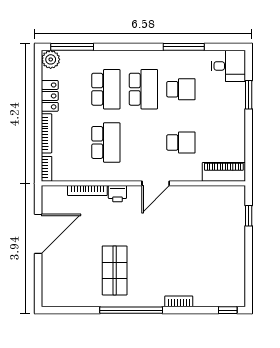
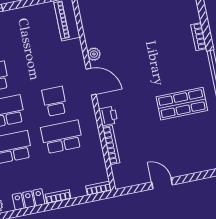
bookcase: (47, 133) -> (58, 197), width x0.64
school desk: (181, 142) -> (55, 101), moved
plant: (183, 192) -> (94, 54), added
door: (38, 234) -> (162, 183), width x0.53

